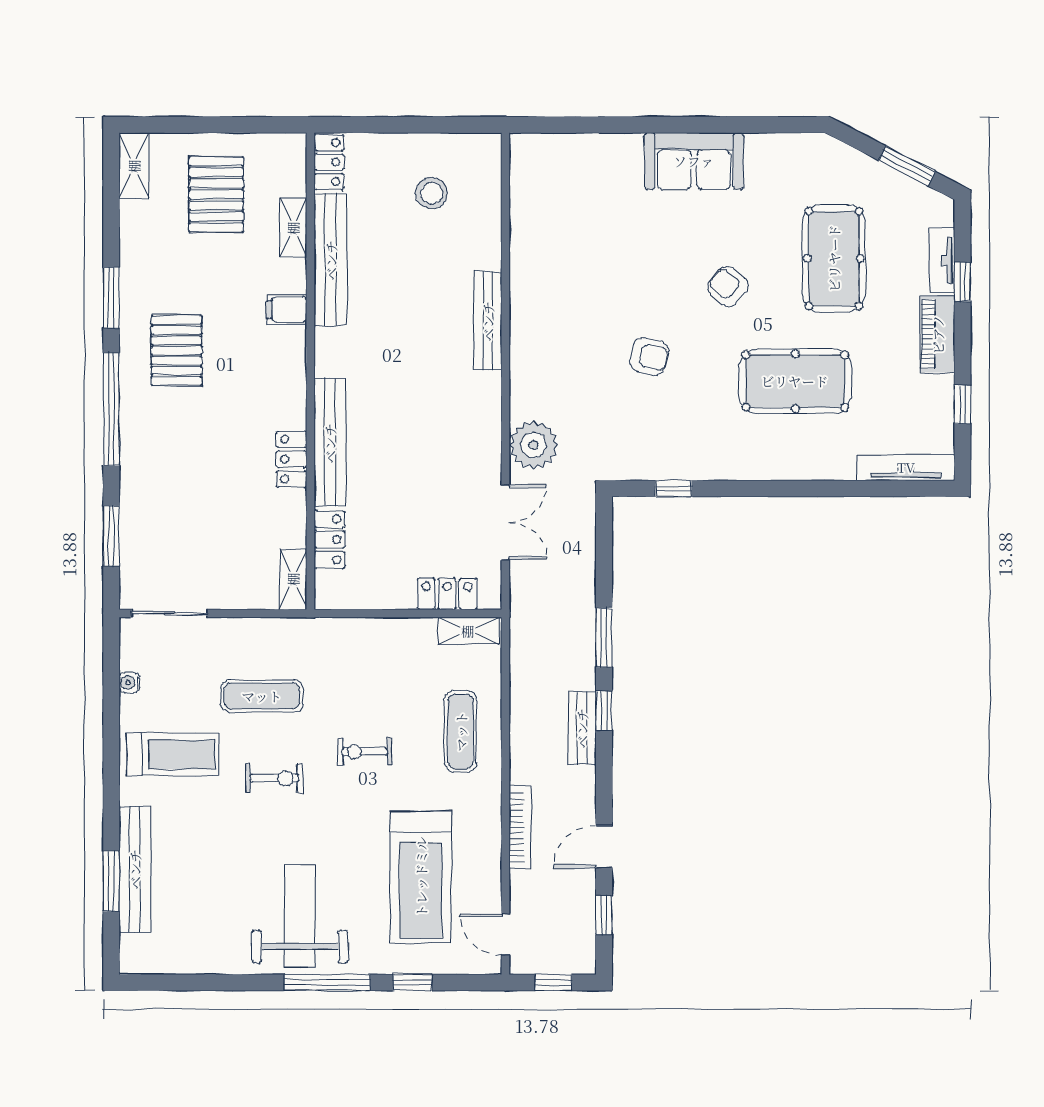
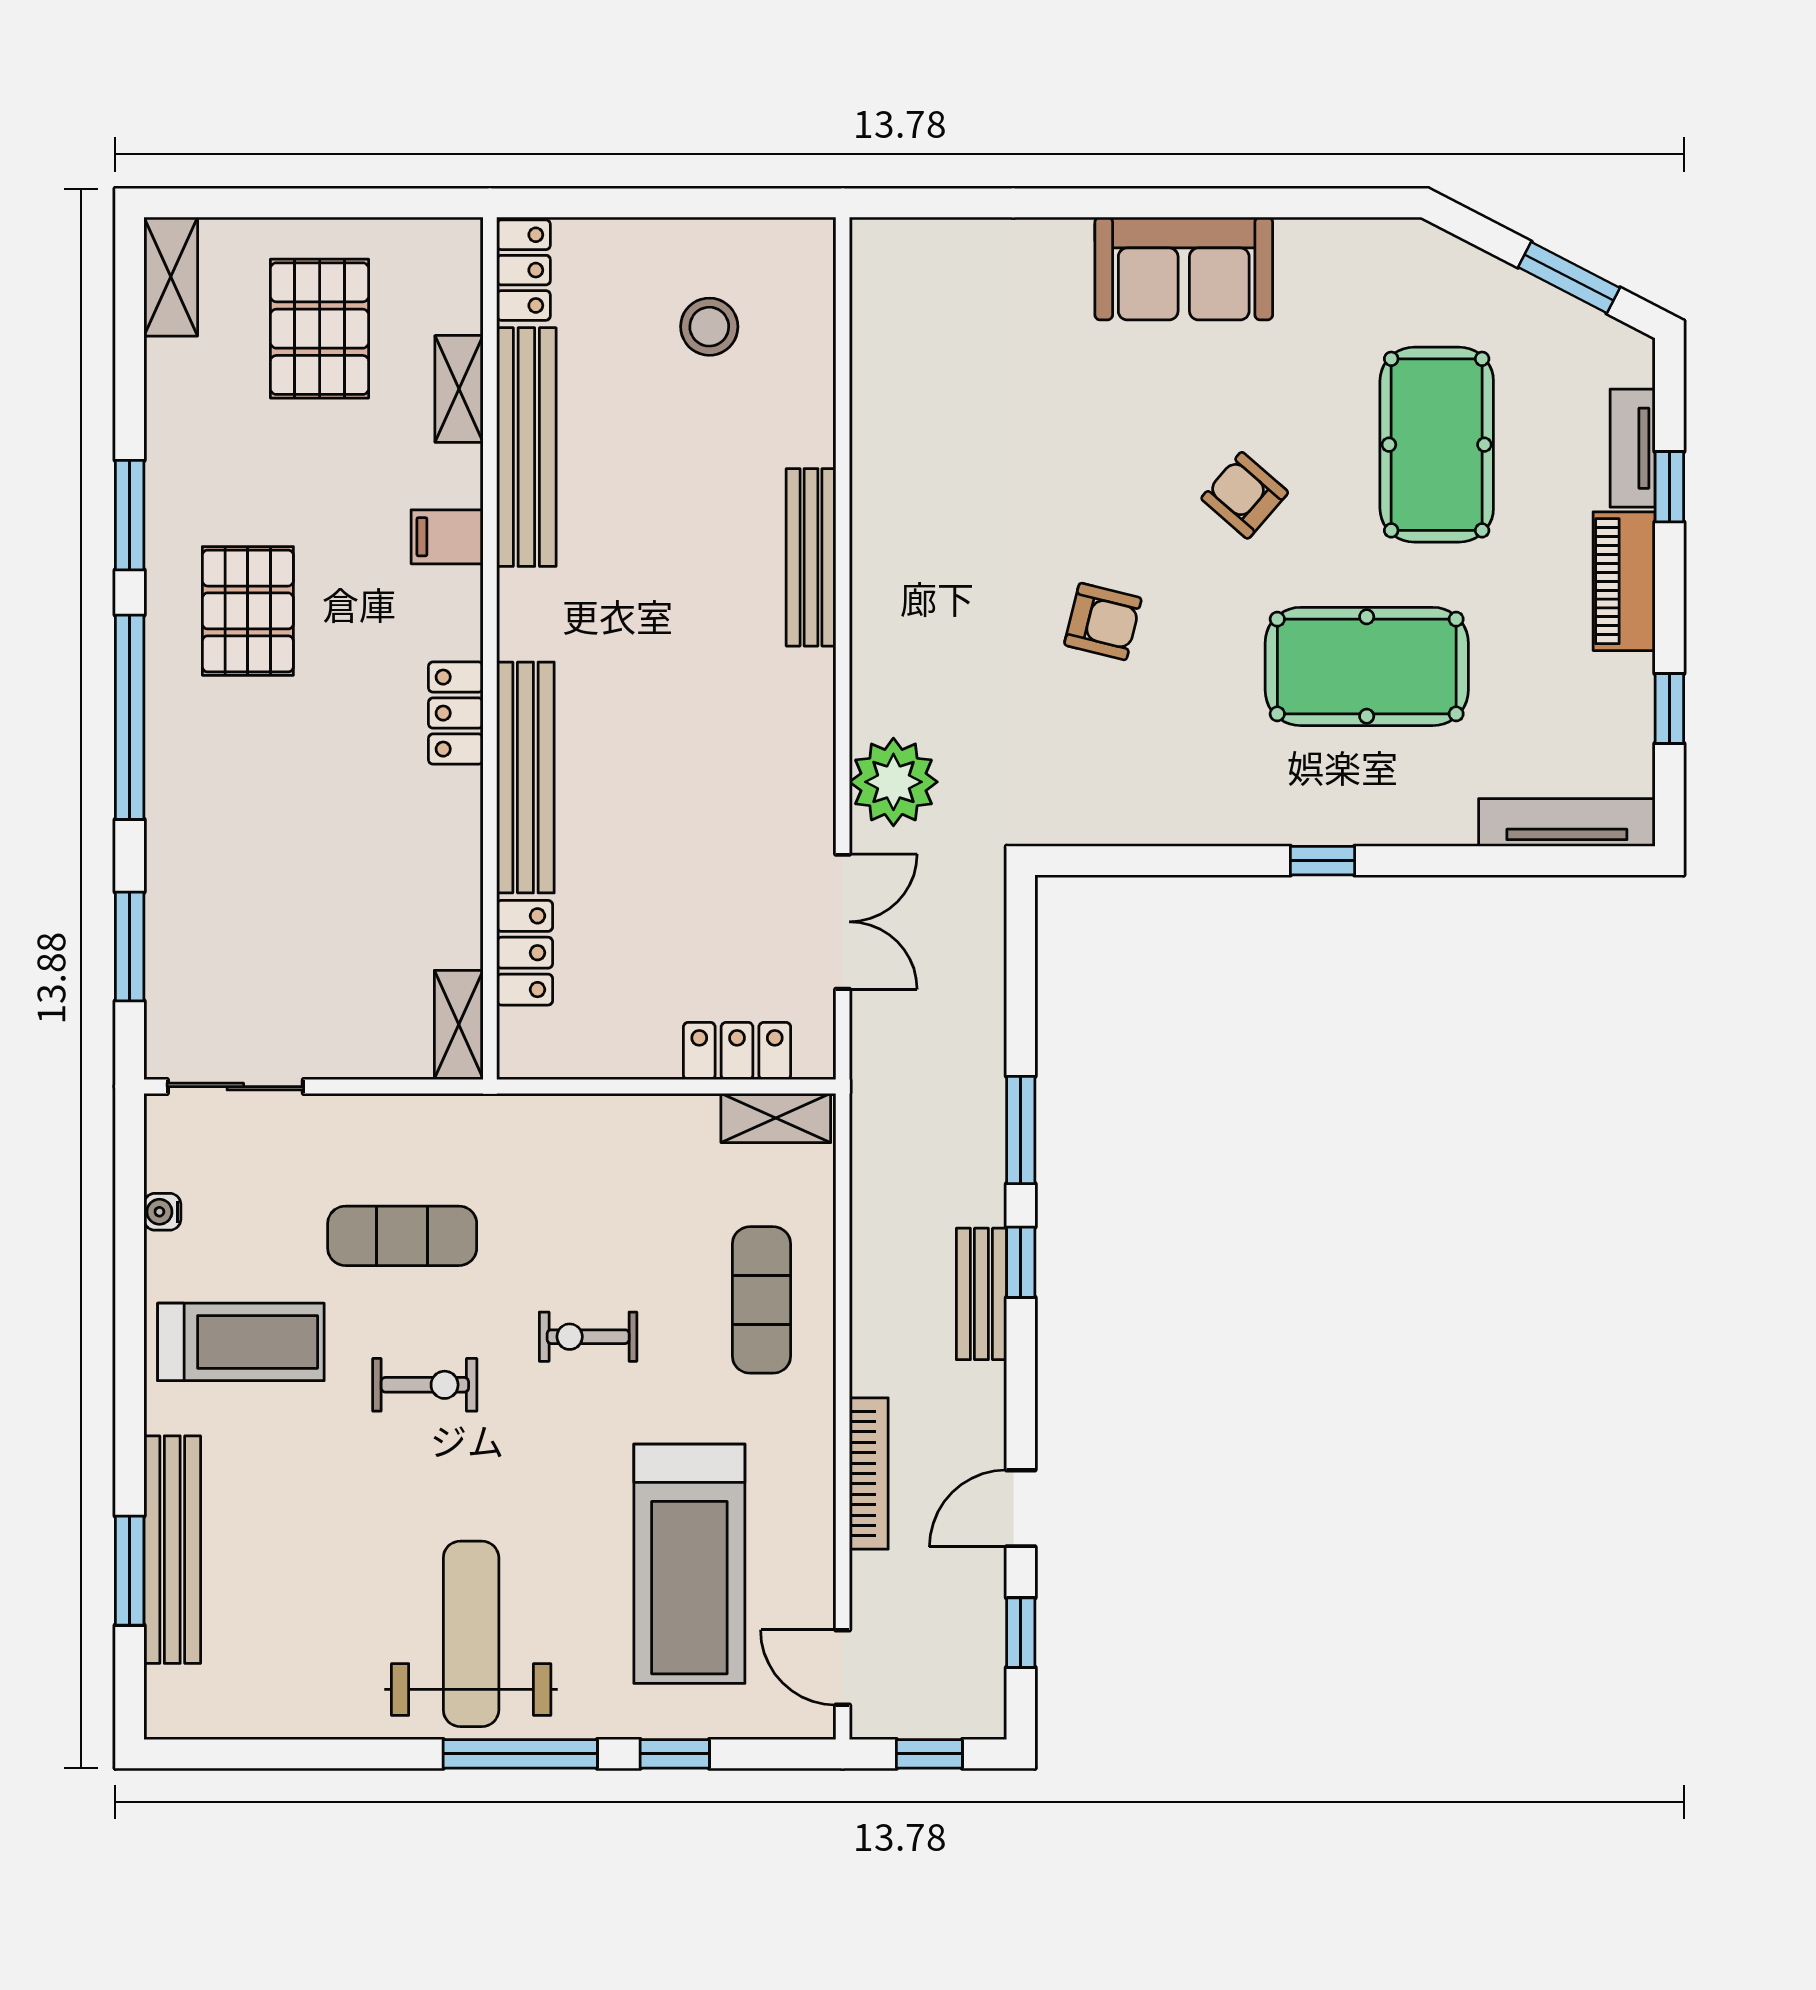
locker: (292, 459) -> (456, 713), moved
window: (673, 488) -> (1323, 861), moved

